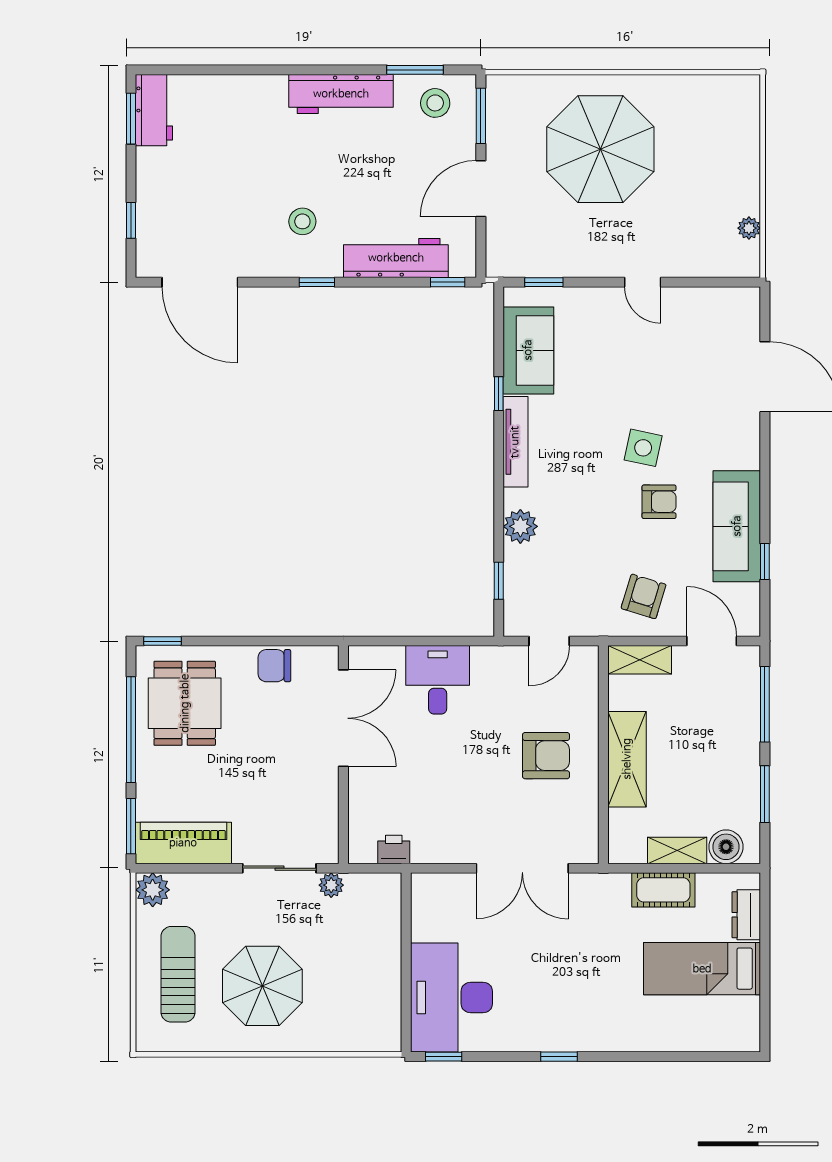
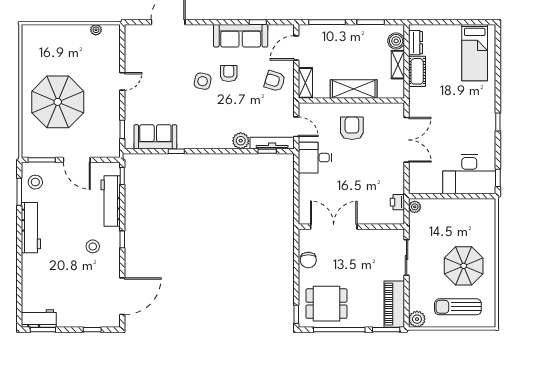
tv unit: (515, 442) -> (272, 143), moved
desk: (438, 680) -> (315, 158), moved
plant: (331, 885) -> (415, 207), moved
dresser: (746, 915) -> (416, 43), moved, turned -90
bed: (702, 969) -> (475, 53), moved

